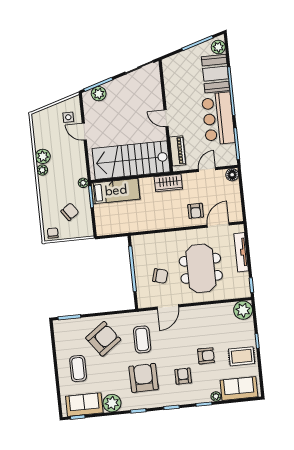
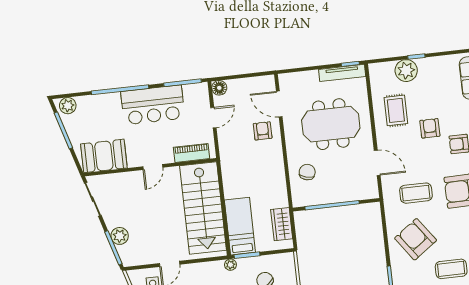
booth: (216, 74) -> (104, 156), moved
plant: (99, 94) -> (120, 236), moved
door: (207, 170) -> (213, 118), swing flipped
wardrobe: (168, 183) -> (282, 224), moved, turned 180
armchair: (196, 211) -> (263, 131), turned -90
tv unit: (241, 252) -> (342, 73), moved
chair: (160, 276) -> (307, 172), moved
plant: (243, 310) -> (406, 71), moved
armchair: (206, 356) -> (430, 128), moved
rug: (242, 356) -> (396, 110), moved

